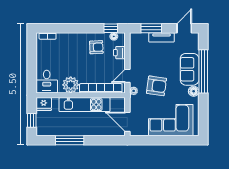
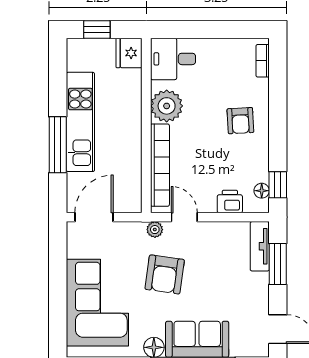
tv unit: (162, 37) -> (260, 246), moved
armchair: (96, 47) -> (240, 121), moved
kitchen unit: (85, 105) -> (80, 122), moved, turned 180
window: (70, 140) -> (58, 145), moved

